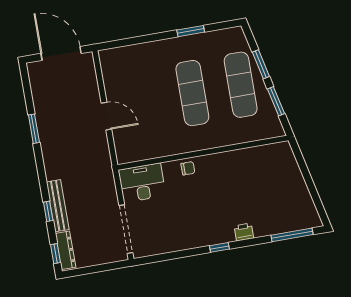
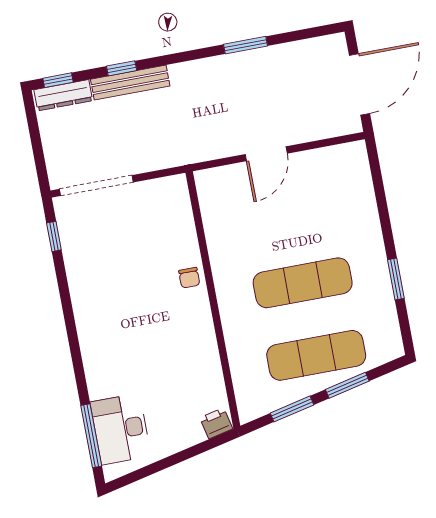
desk: (142, 183) -> (121, 429), moved, turned 180
printer: (244, 232) -> (216, 423), moved, turned -103
window: (219, 247) -> (54, 236), moved

